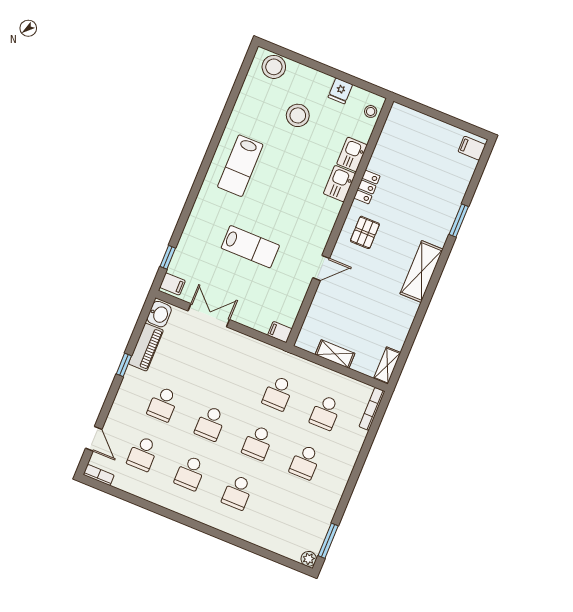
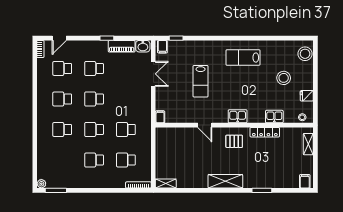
kitchen sink: (339, 184) -> (238, 116), moved
locker: (367, 187) -> (265, 132), width x1.53
shelving: (335, 354) -> (308, 144), moved

